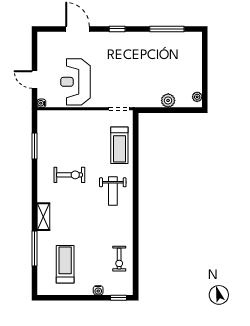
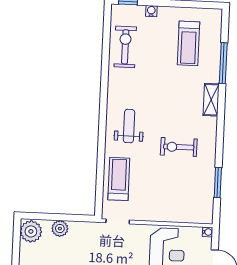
plant: (197, 97) -> (31, 231), width x1.88, depth x1.88
exercise bike: (119, 259) -> (125, 47), width x1.38, depth x1.39

